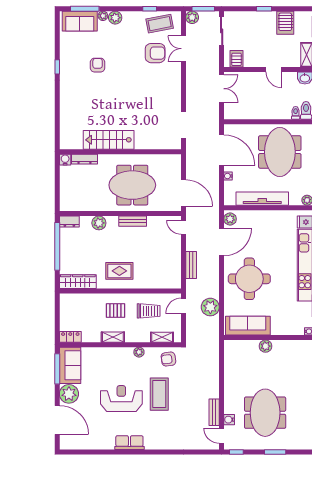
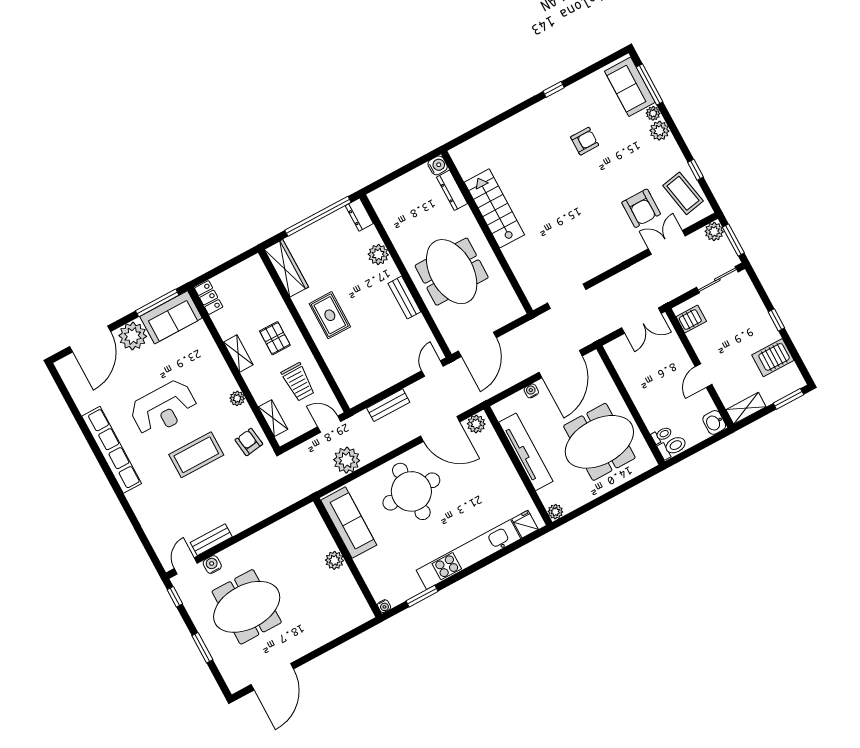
reception desk: (121, 399) -> (164, 408), turned 90
row of seats: (129, 443) -> (112, 450), width x2.02

